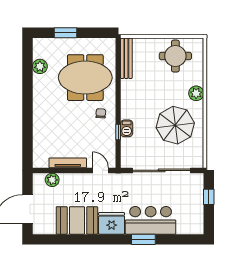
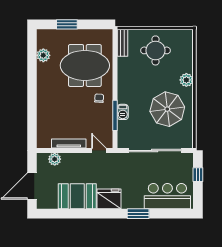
round table: (175, 56) -> (155, 50), moved
bench: (126, 58) -> (122, 43), width x0.73
window: (118, 132) -> (115, 115), width x2.17
bar counter: (151, 220) -> (167, 196), moved

